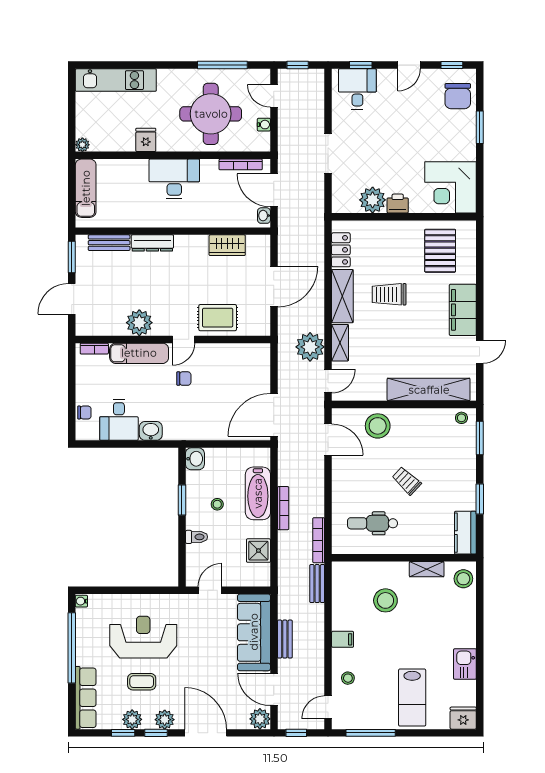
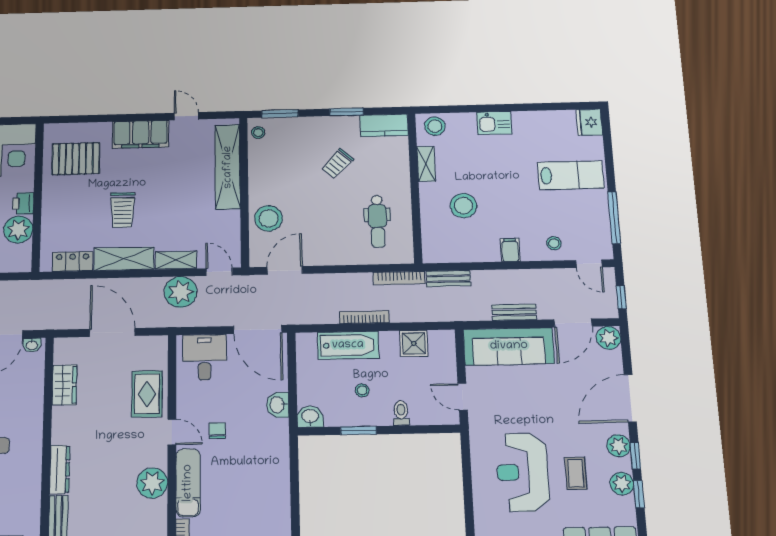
desk: (119, 420) -> (204, 357), moved, turned -90
washbasin: (151, 431) -> (278, 405), moved
trolley: (407, 481) -> (337, 164), moved
kitchen sink: (465, 664) -> (494, 123), moved

